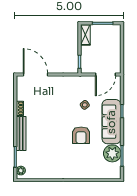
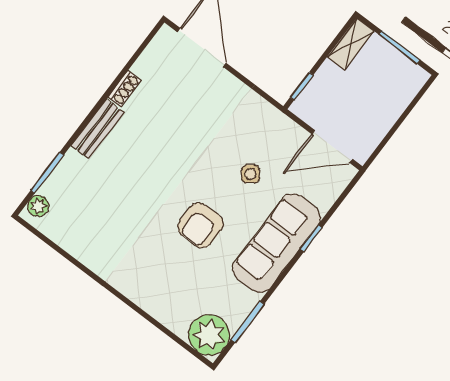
bench: (21, 134) -> (98, 129), width x0.73
plant: (112, 153) -> (209, 335), moved

